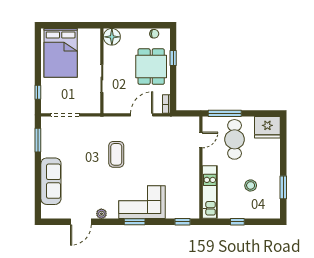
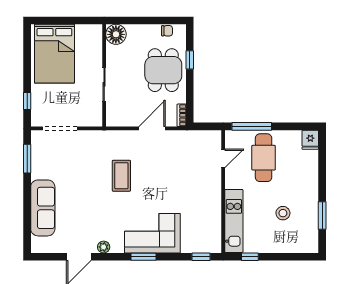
fridge: (267, 127) -> (310, 140), width x0.53, depth x0.75
window: (237, 222) -> (250, 257), moved

